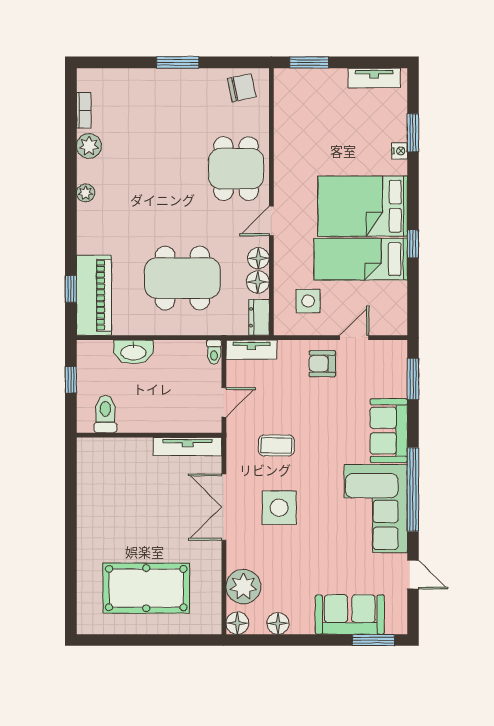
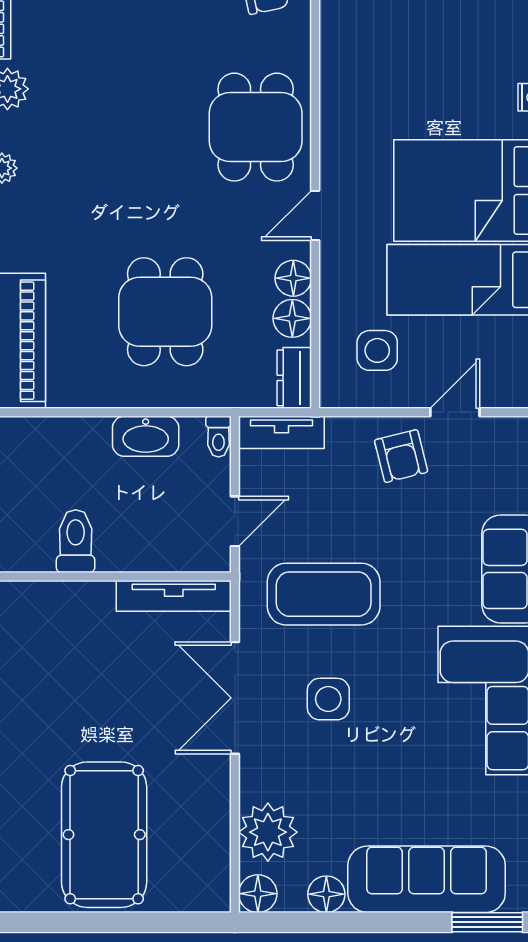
dining table: (182, 278) -> (165, 312), width x0.73
washbasin: (133, 352) -> (146, 436), moved
armchair: (322, 364) -> (401, 456), turned -104
toilet: (105, 414) -> (76, 541), moved
coffee table: (276, 445) -> (324, 594), width x1.86, depth x1.72
side table: (279, 508) -> (328, 699), width x0.73, depth x0.73
pool table: (146, 588) -> (104, 835), turned 90
sofa: (350, 615) -> (427, 879), width x1.36

